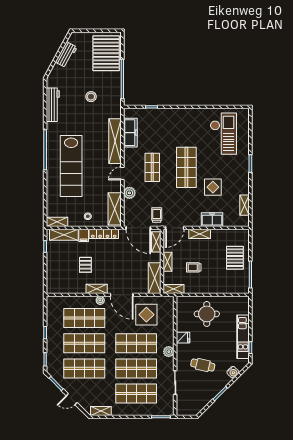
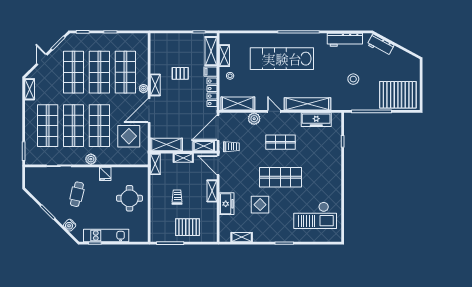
workbench: (66, 55) -> (381, 45), moved
shelving: (57, 222) -> (224, 56), moved
trolley: (194, 267) -> (177, 197), moved

